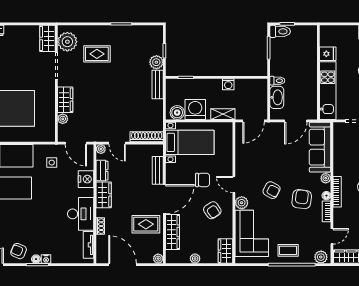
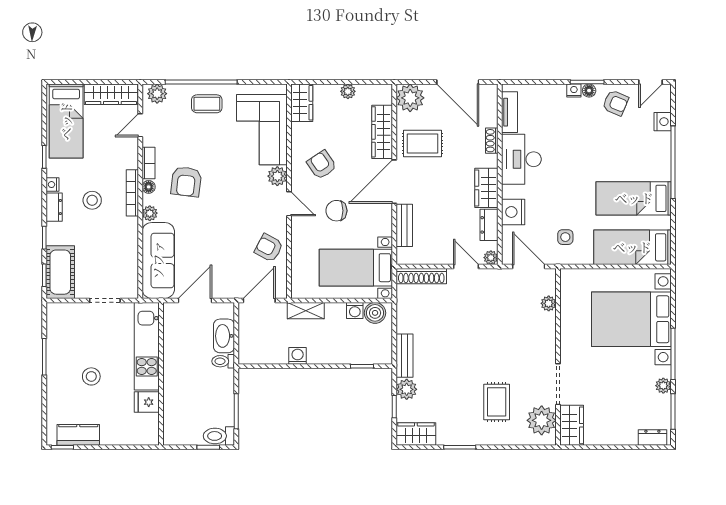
rug: (97, 54) -> (497, 402), turned 90
wardrobe: (65, 100) -> (416, 434), moved, turned 90
washing machine: (195, 109) -> (355, 310), width x0.53, depth x0.53
armchair: (272, 190) -> (269, 248), moved
plant: (158, 259) -> (410, 98), width x1.87, depth x1.87

